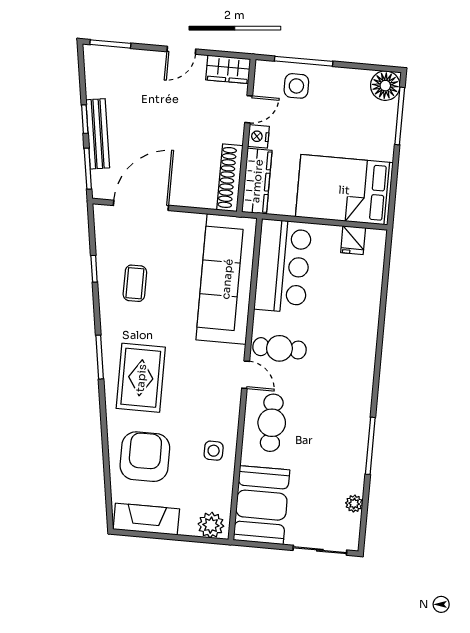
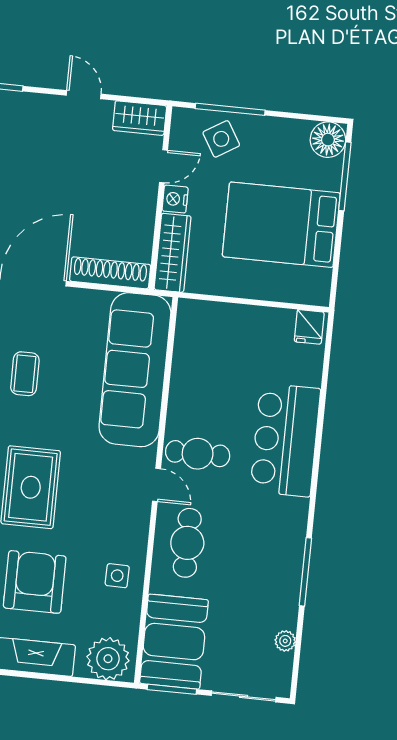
door: (181, 50) -> (84, 95), swing flipped
side table: (296, 86) -> (221, 139), turned -31
shoe rack: (230, 178) -> (110, 273), moved, turned 90
bed: (344, 190) -> (281, 225), moved
fridge: (353, 240) -> (309, 327), moved
bar counter: (283, 266) -> (285, 440), moved, turned 180
plant: (211, 525) -> (108, 659), width x1.36, depth x1.36
window: (260, 545) -> (172, 689), added

